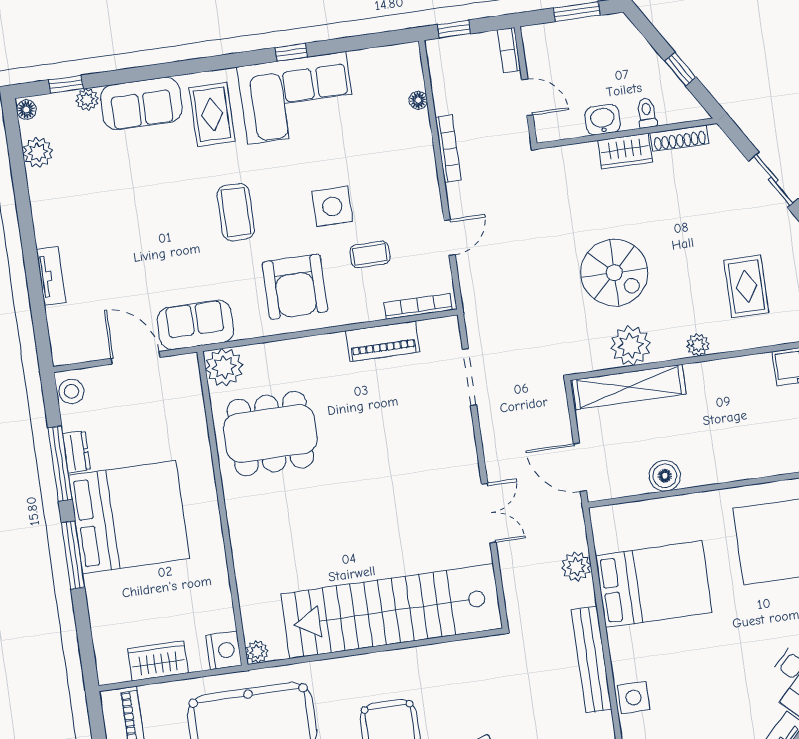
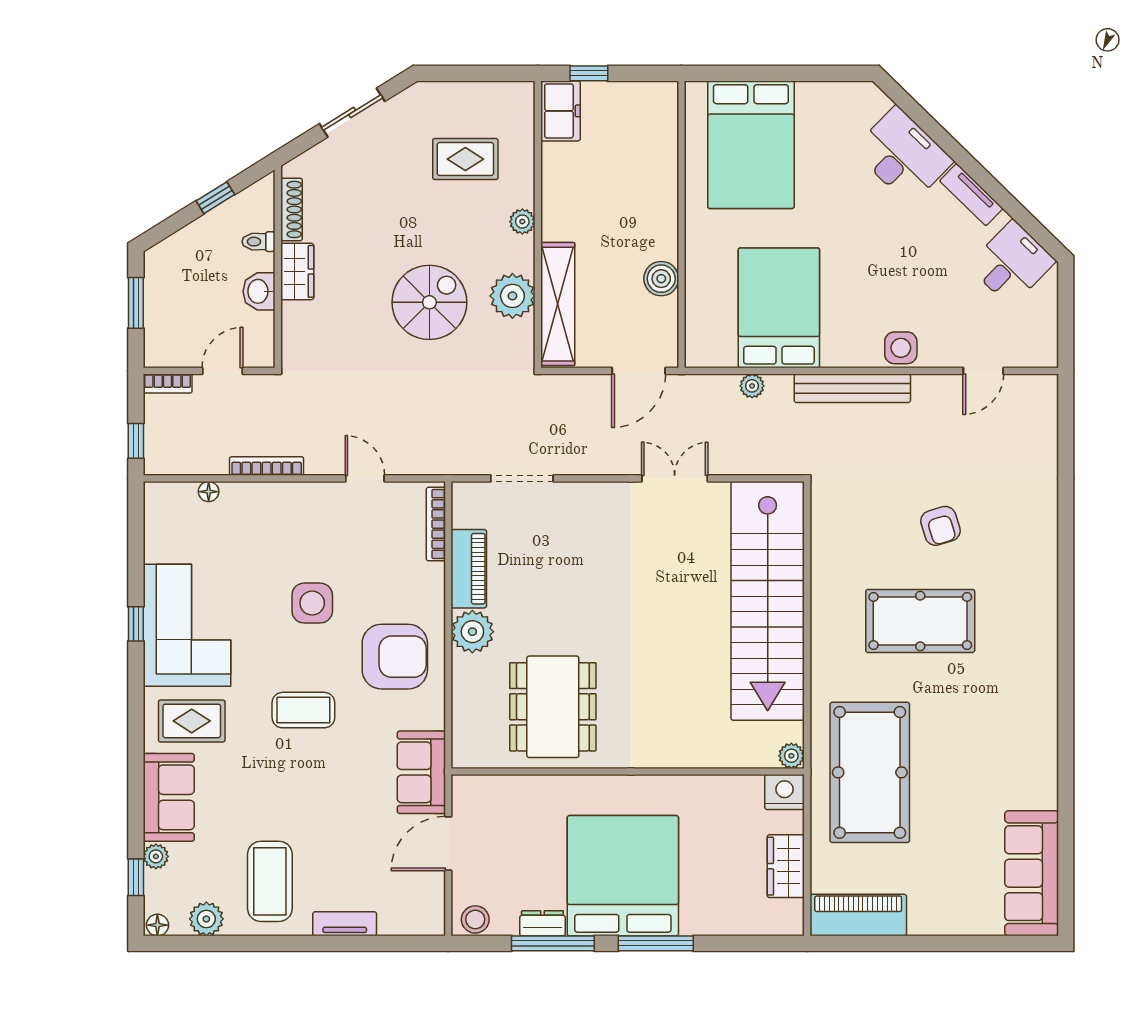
coffee table: (370, 254) -> (270, 881), moved, width x1.86, depth x1.72
plant: (224, 367) -> (472, 632), moved
plant: (576, 567) -> (752, 386), width x0.73, depth x0.73

